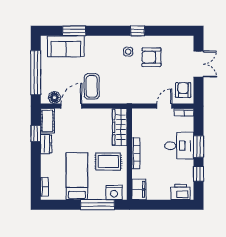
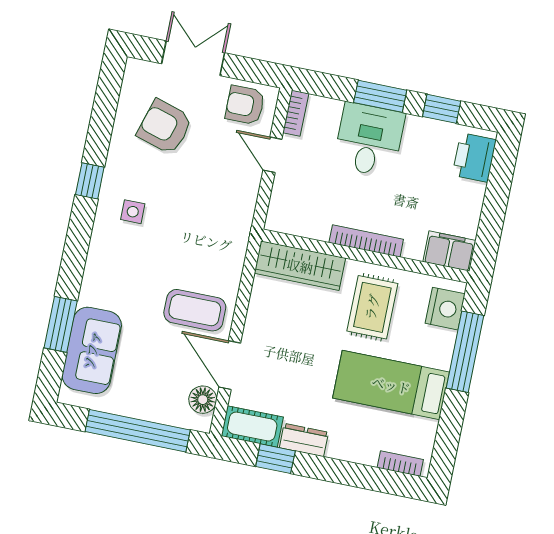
armchair: (151, 57) -> (165, 127), moved, turned 107

